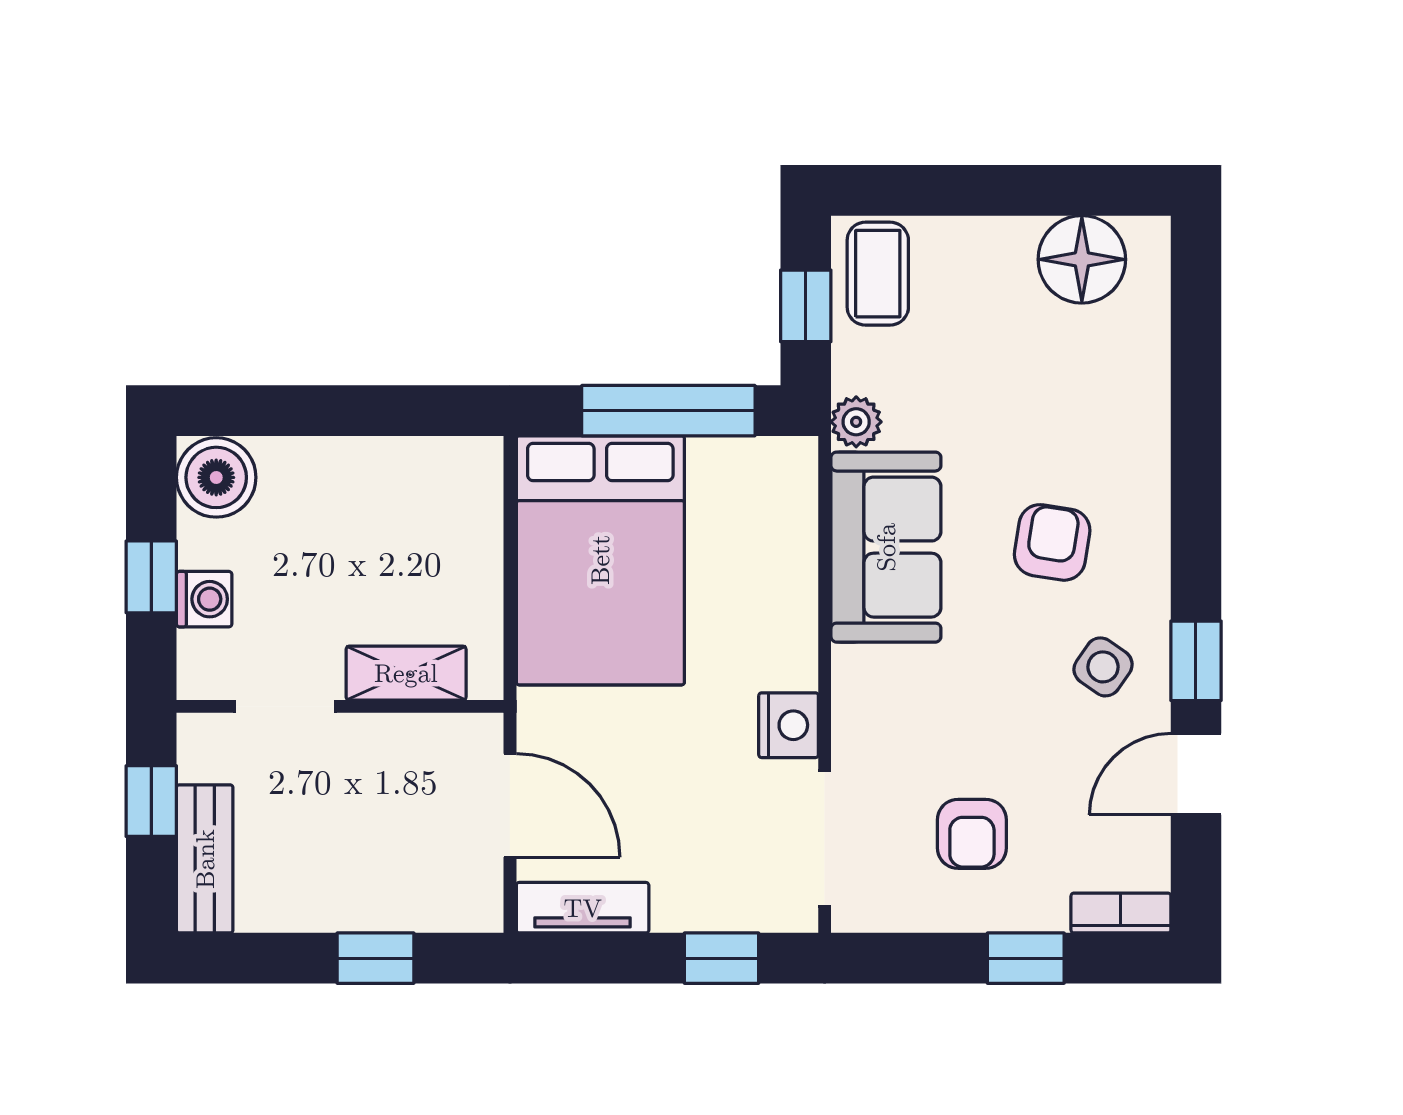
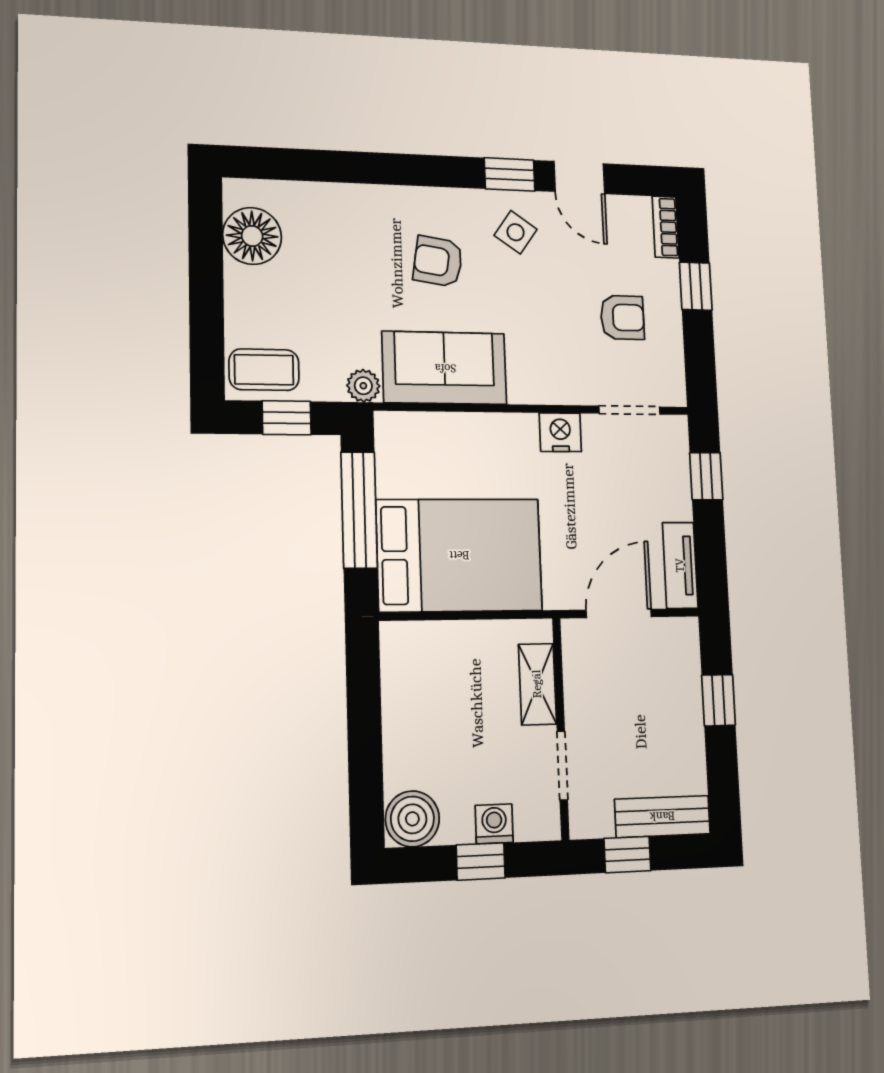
doorway: (825, 838) -> (630, 410), width x0.73

